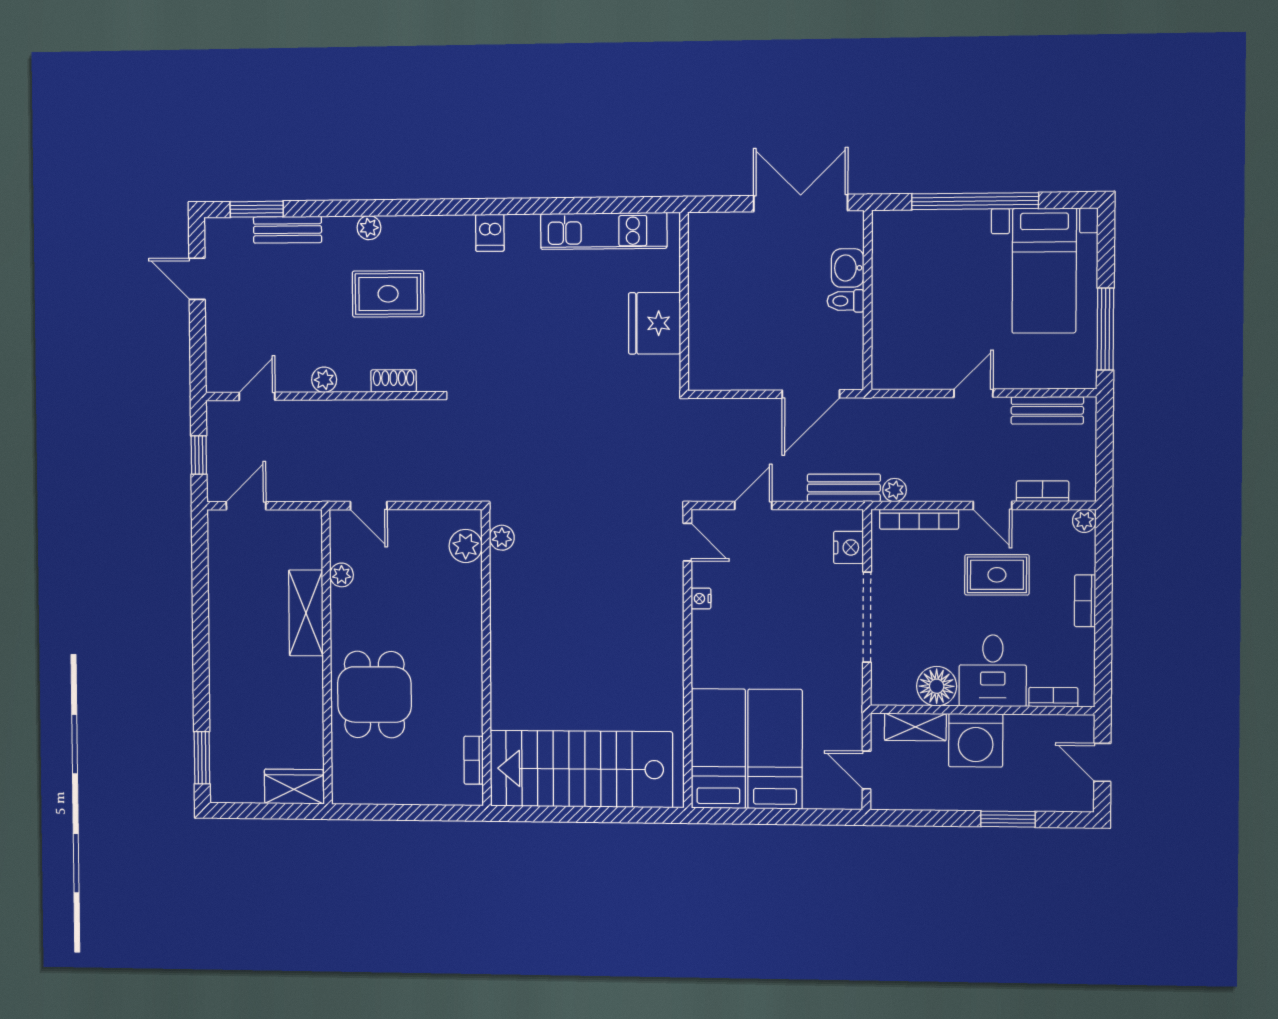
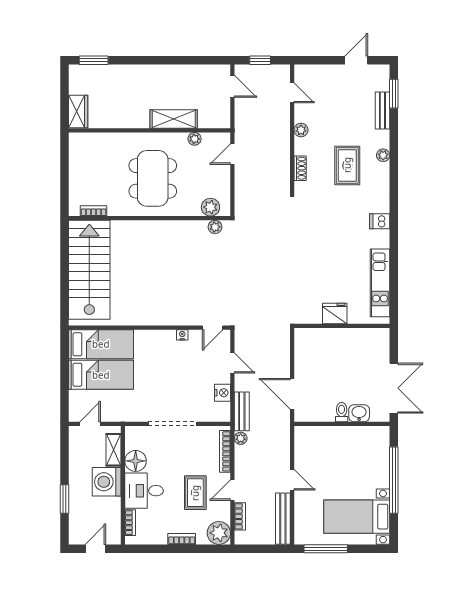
fridge: (654, 323) -> (335, 314), width x0.73, depth x0.75
bench: (1047, 410) -> (283, 519), width x1.36
plant: (1084, 521) -> (219, 533), width x1.88, depth x1.88
nightstand: (848, 547) -> (223, 393), moved, turned -90
dining table: (374, 695) -> (153, 178), moved, width x1.38

